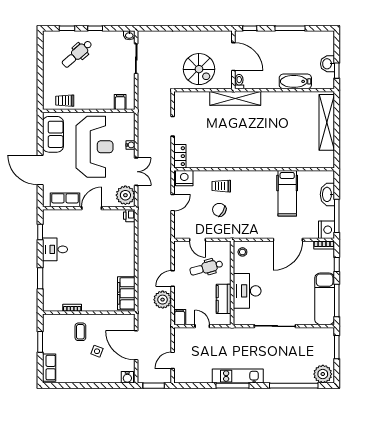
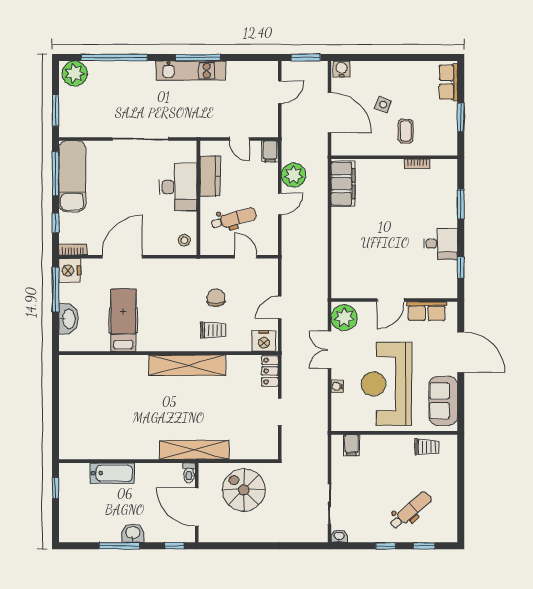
washbasin: (327, 64) -> (133, 533), moved, turned -90
shelving: (327, 122) -> (187, 365), moved, turned 90
chair: (219, 210) -> (216, 298), turned -120
printer: (129, 216) -> (339, 290), removed

